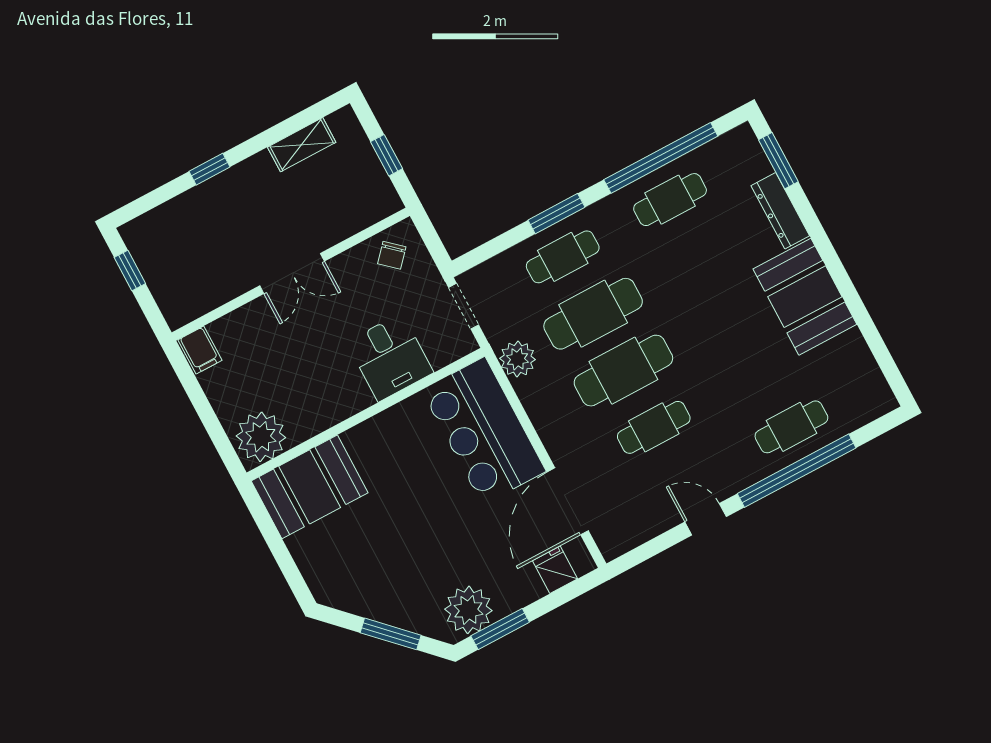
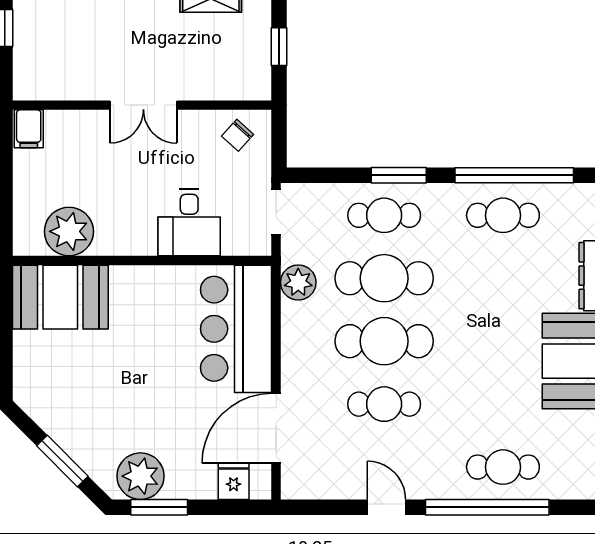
plant: (261, 437) -> (69, 231), moved

